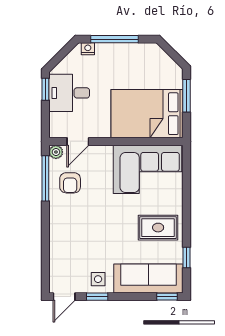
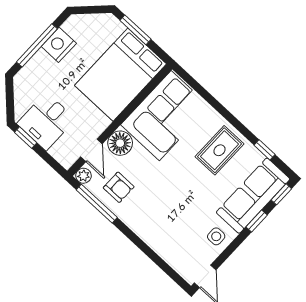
nightstand: (88, 49) -> (59, 45), moved, width x1.89, depth x1.79
floor lamp: (101, 156) -> (120, 143), added
window: (97, 297) -> (257, 221), moved

